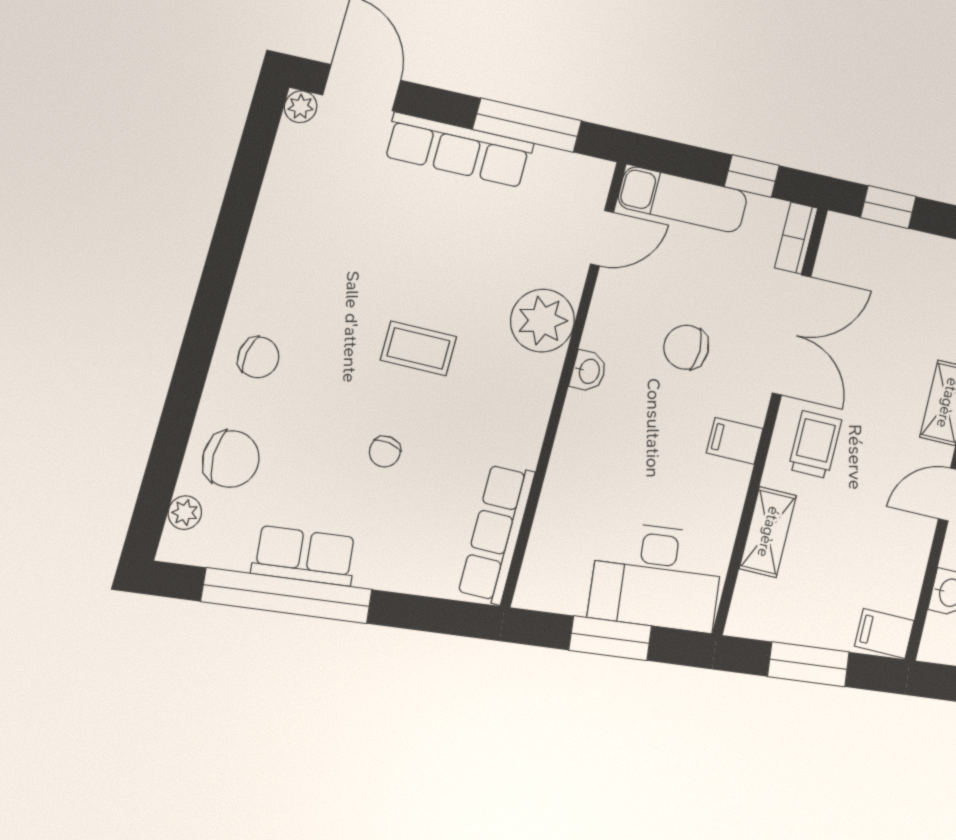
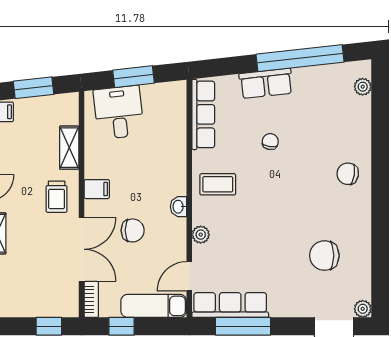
row of seats: (458, 150) -> (230, 305), moved
plant: (542, 321) -> (201, 235), width x0.53, depth x0.53
double door: (792, 335) -> (81, 249), swing flipped
coffee table: (418, 348) -> (218, 184), moved
chair: (231, 459) -> (324, 256), moved
row of seats: (304, 556) -> (266, 83), moved
desk: (656, 576) -> (119, 112), width x0.73

